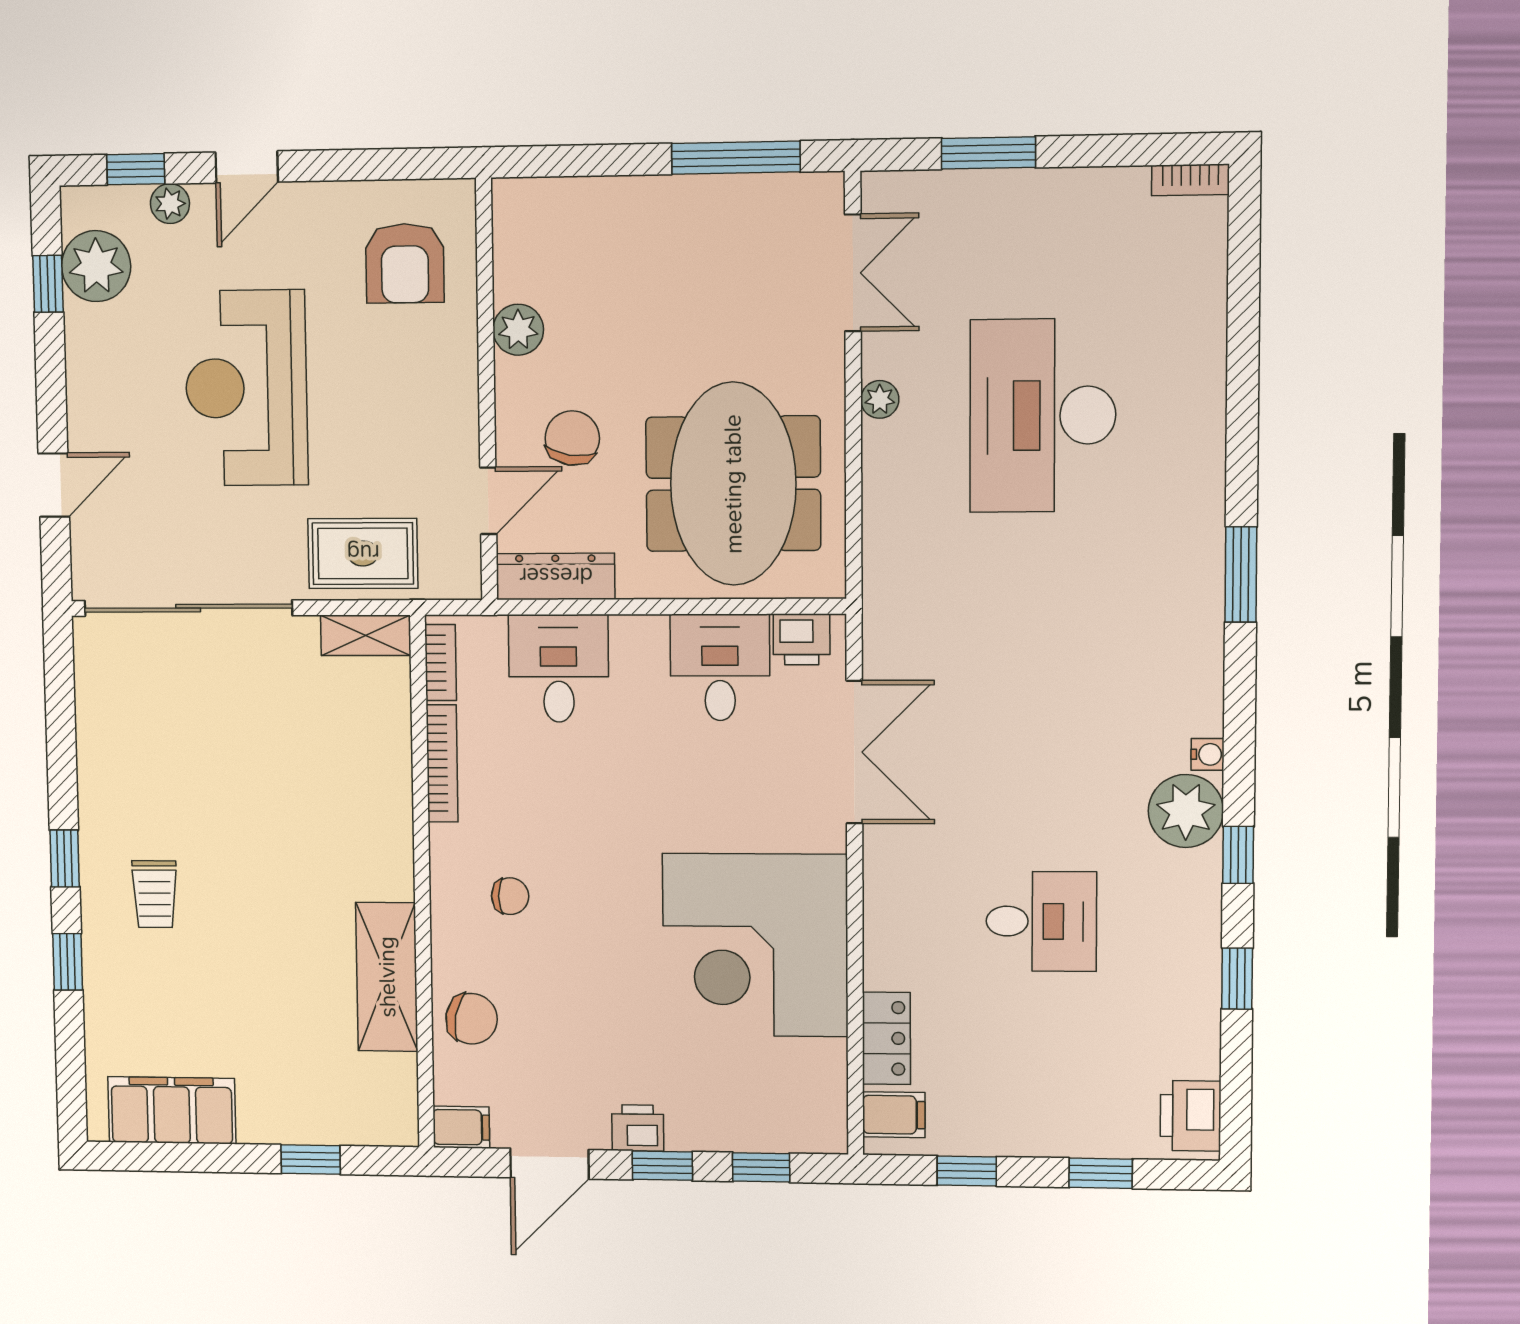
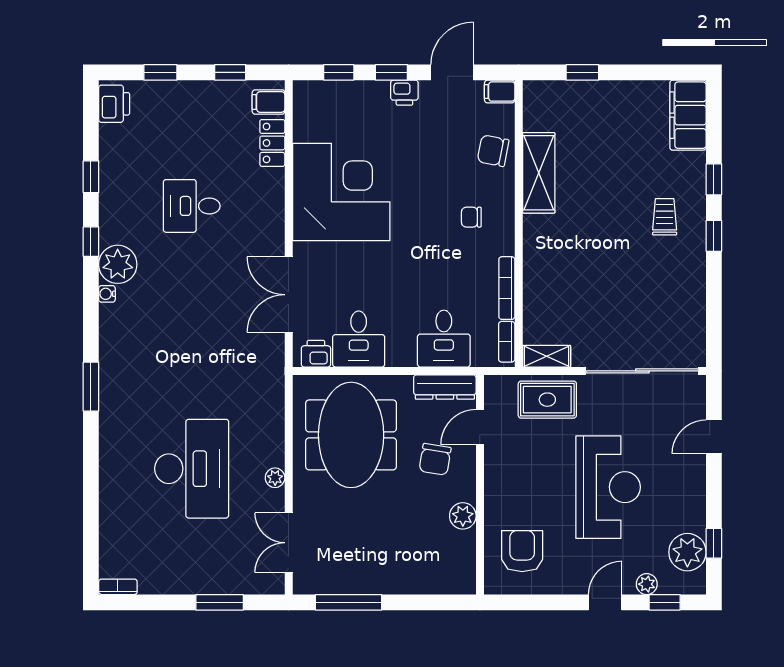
filing cabinet: (172, 1110) -> (688, 115), moved, turned 90

